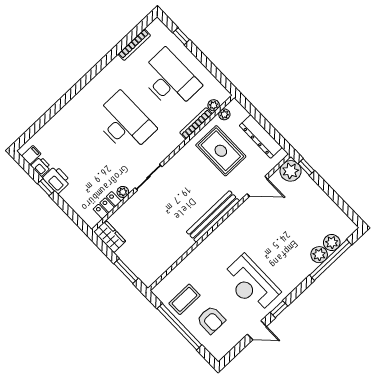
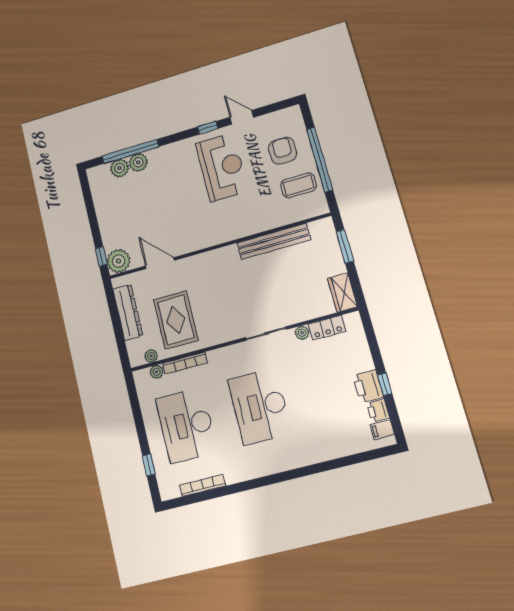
bench: (213, 216) -> (274, 241), moved

